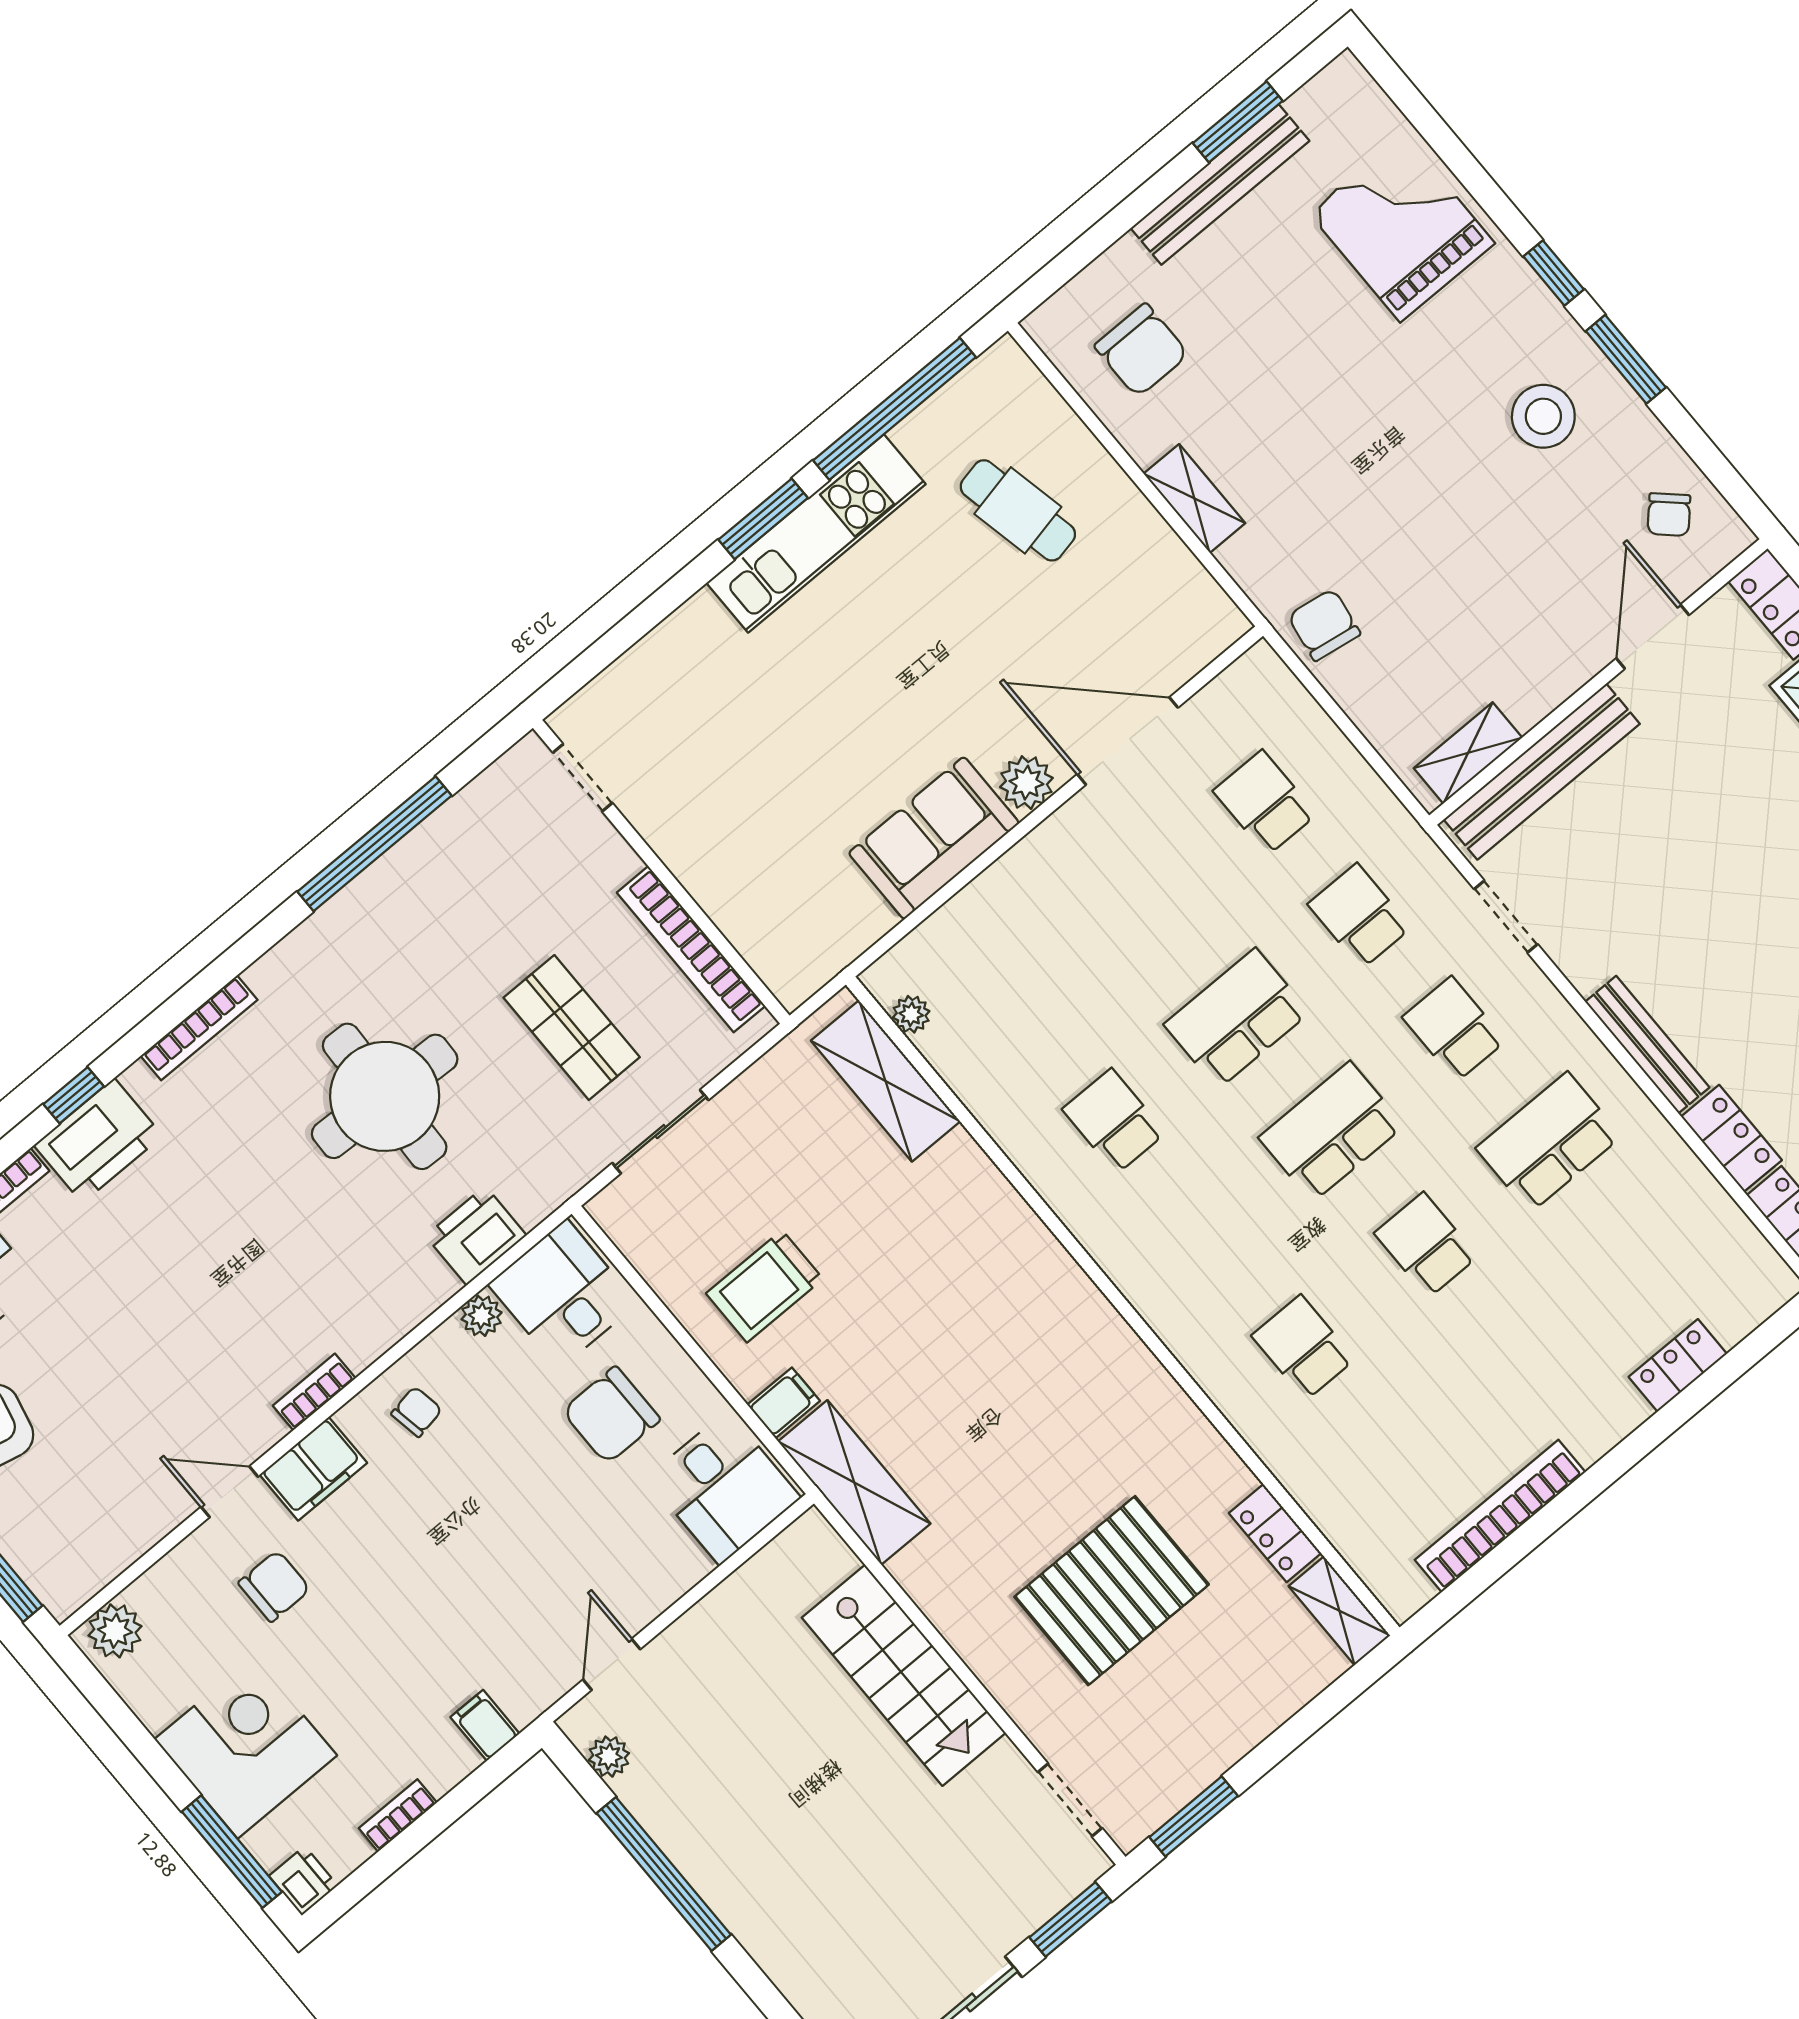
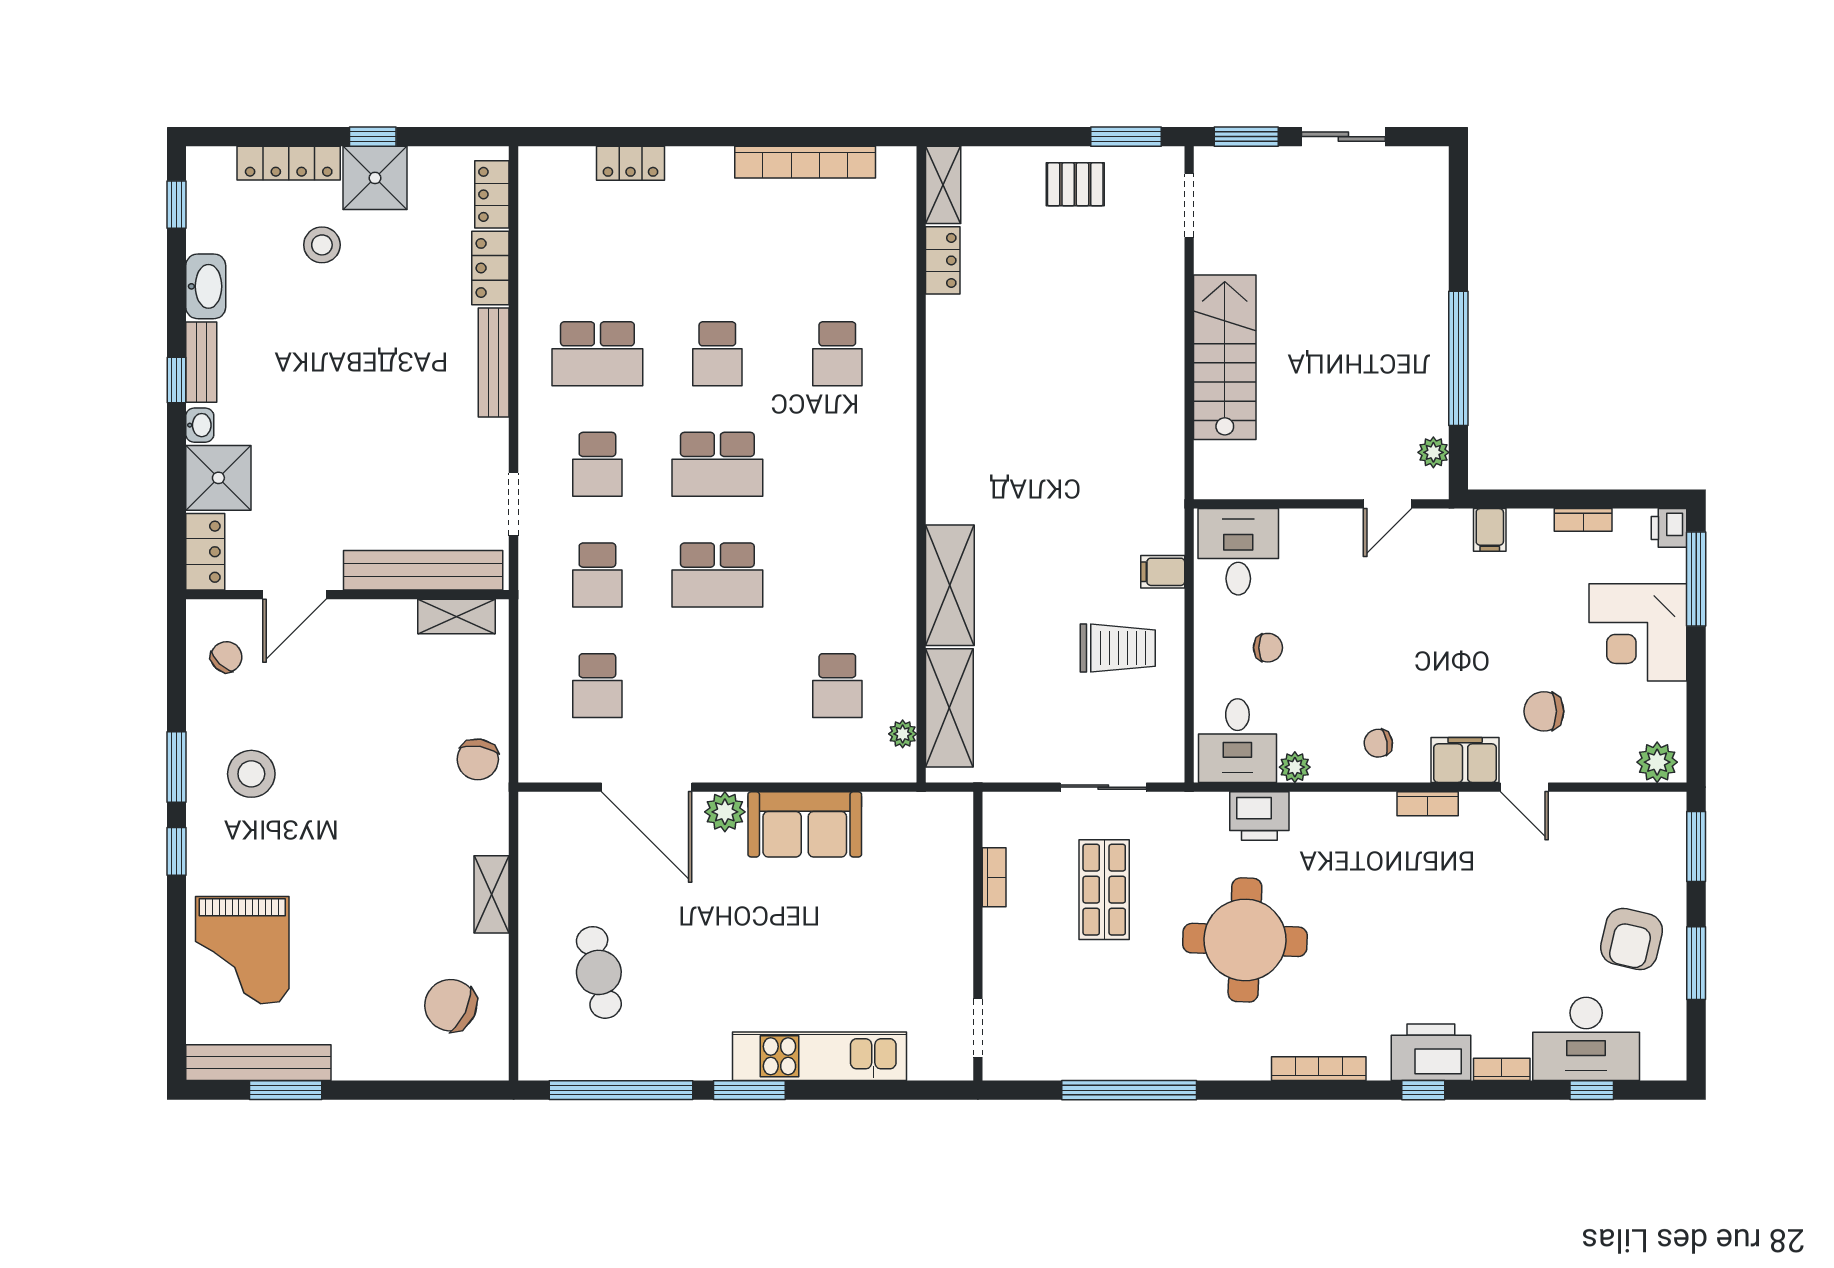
bench: (1220, 184) -> (258, 1063), moved
chair: (1141, 350) -> (451, 1005), turned -65
kitchen unit: (816, 533) -> (819, 1056), moved
bookcase: (691, 949) -> (994, 877), width x0.43, depth x0.76
school desk: (1114, 1121) -> (837, 686), moved
chair: (611, 1415) -> (1268, 648), width x0.54, depth x0.54
shelving: (854, 1482) -> (950, 585), moved
pallet: (1112, 1591) -> (1075, 184), moved, width x0.49, depth x0.50

